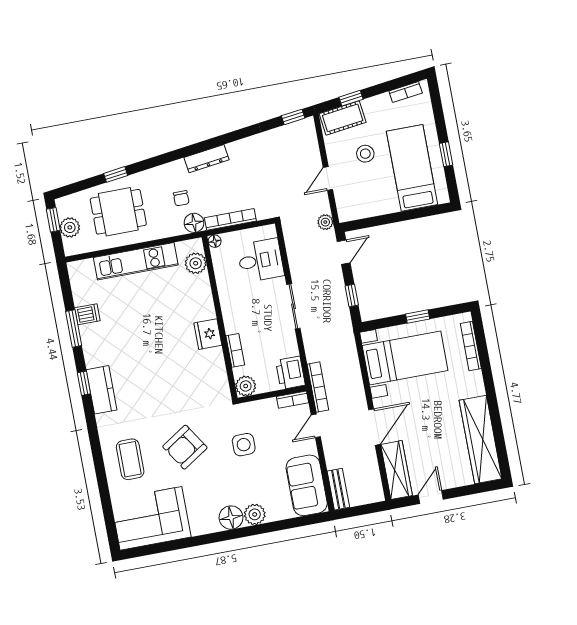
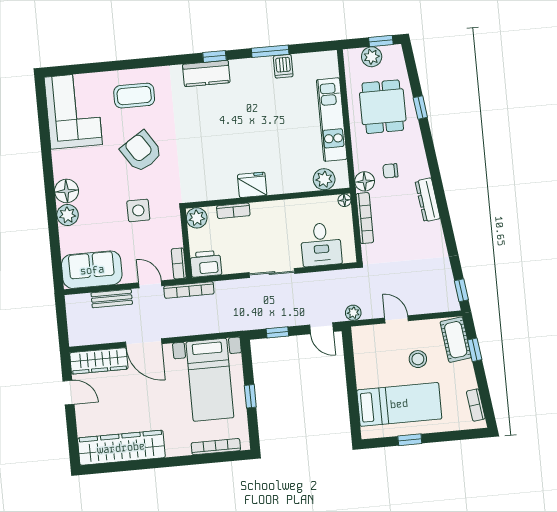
bench: (338, 489) -> (112, 298), moved

